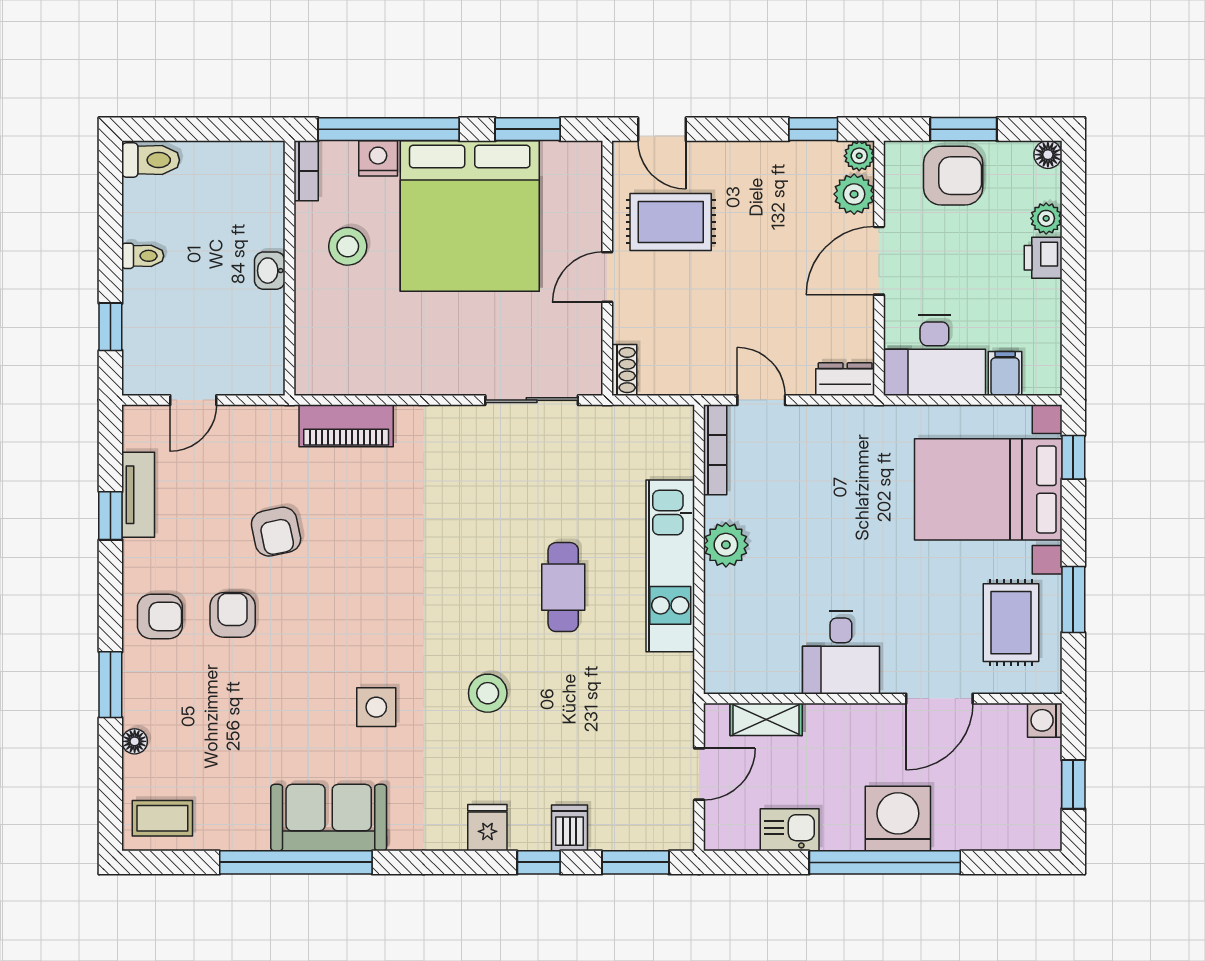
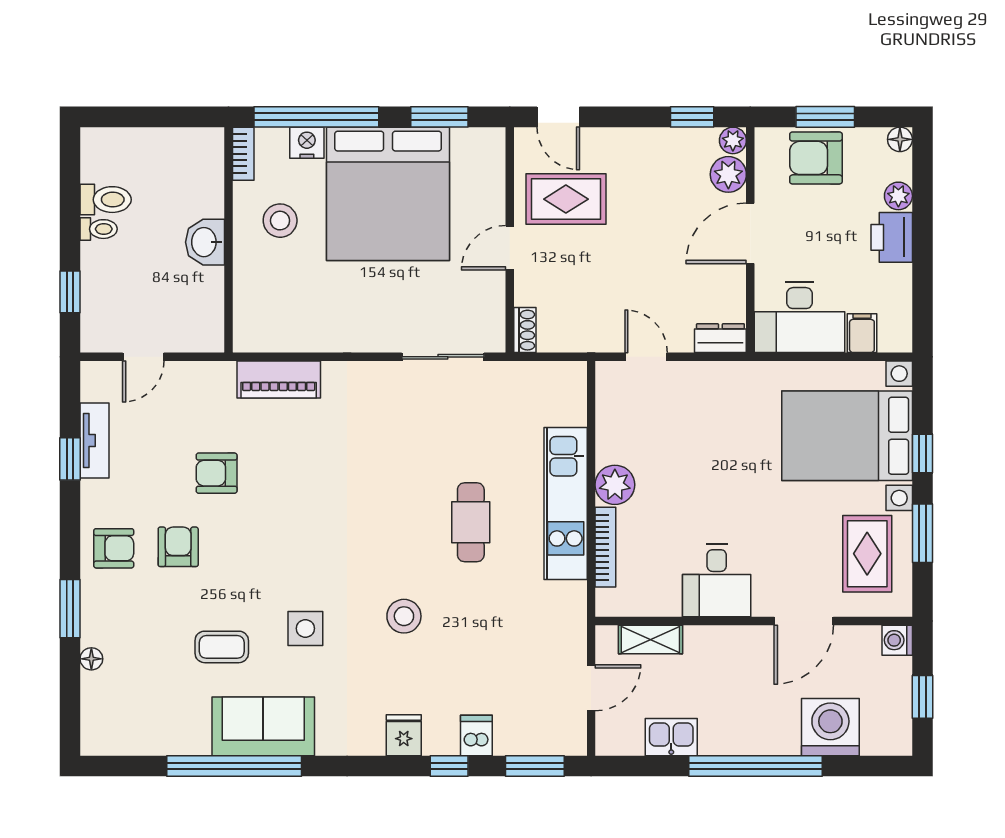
toilet: (151, 160) -> (106, 200), moved
armchair: (953, 176) -> (816, 158), turned 180
printer: (1043, 258) -> (892, 237), width x1.36, depth x1.24
washbasin: (270, 271) -> (205, 242), width x1.38, depth x1.45
bookcase: (715, 450) -> (605, 547), moved
window: (1073, 457) -> (922, 453), moved
armchair: (276, 532) -> (217, 473), turned 102
coffee table: (162, 818) -> (222, 647), moved
washing machine: (898, 818) -> (830, 727), moved

